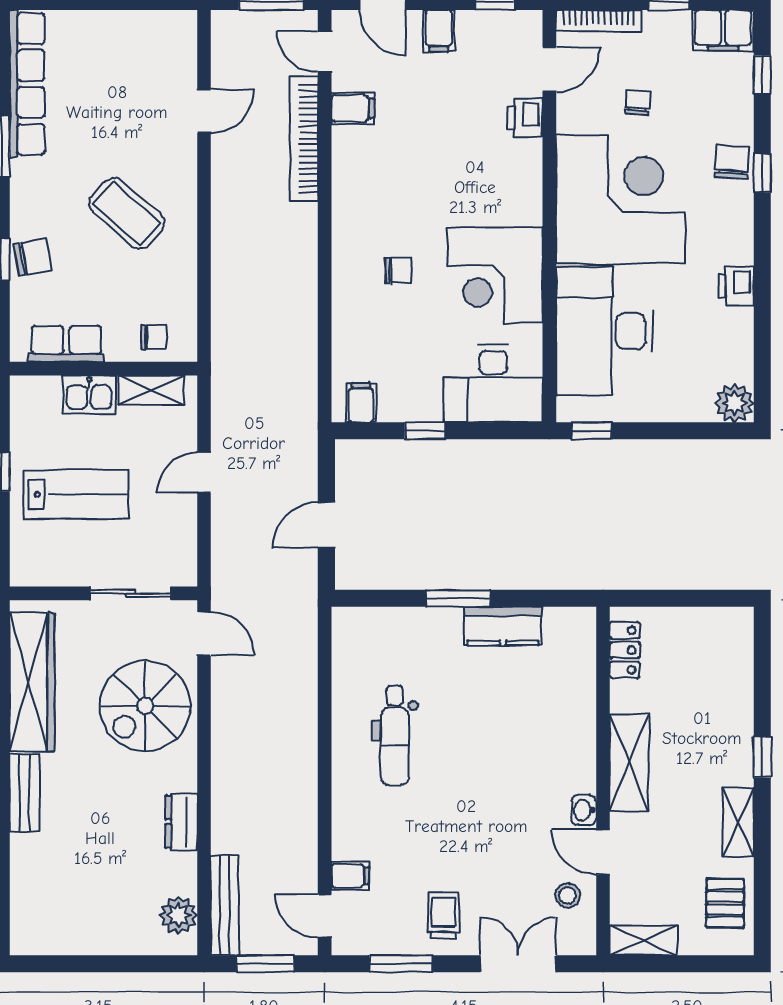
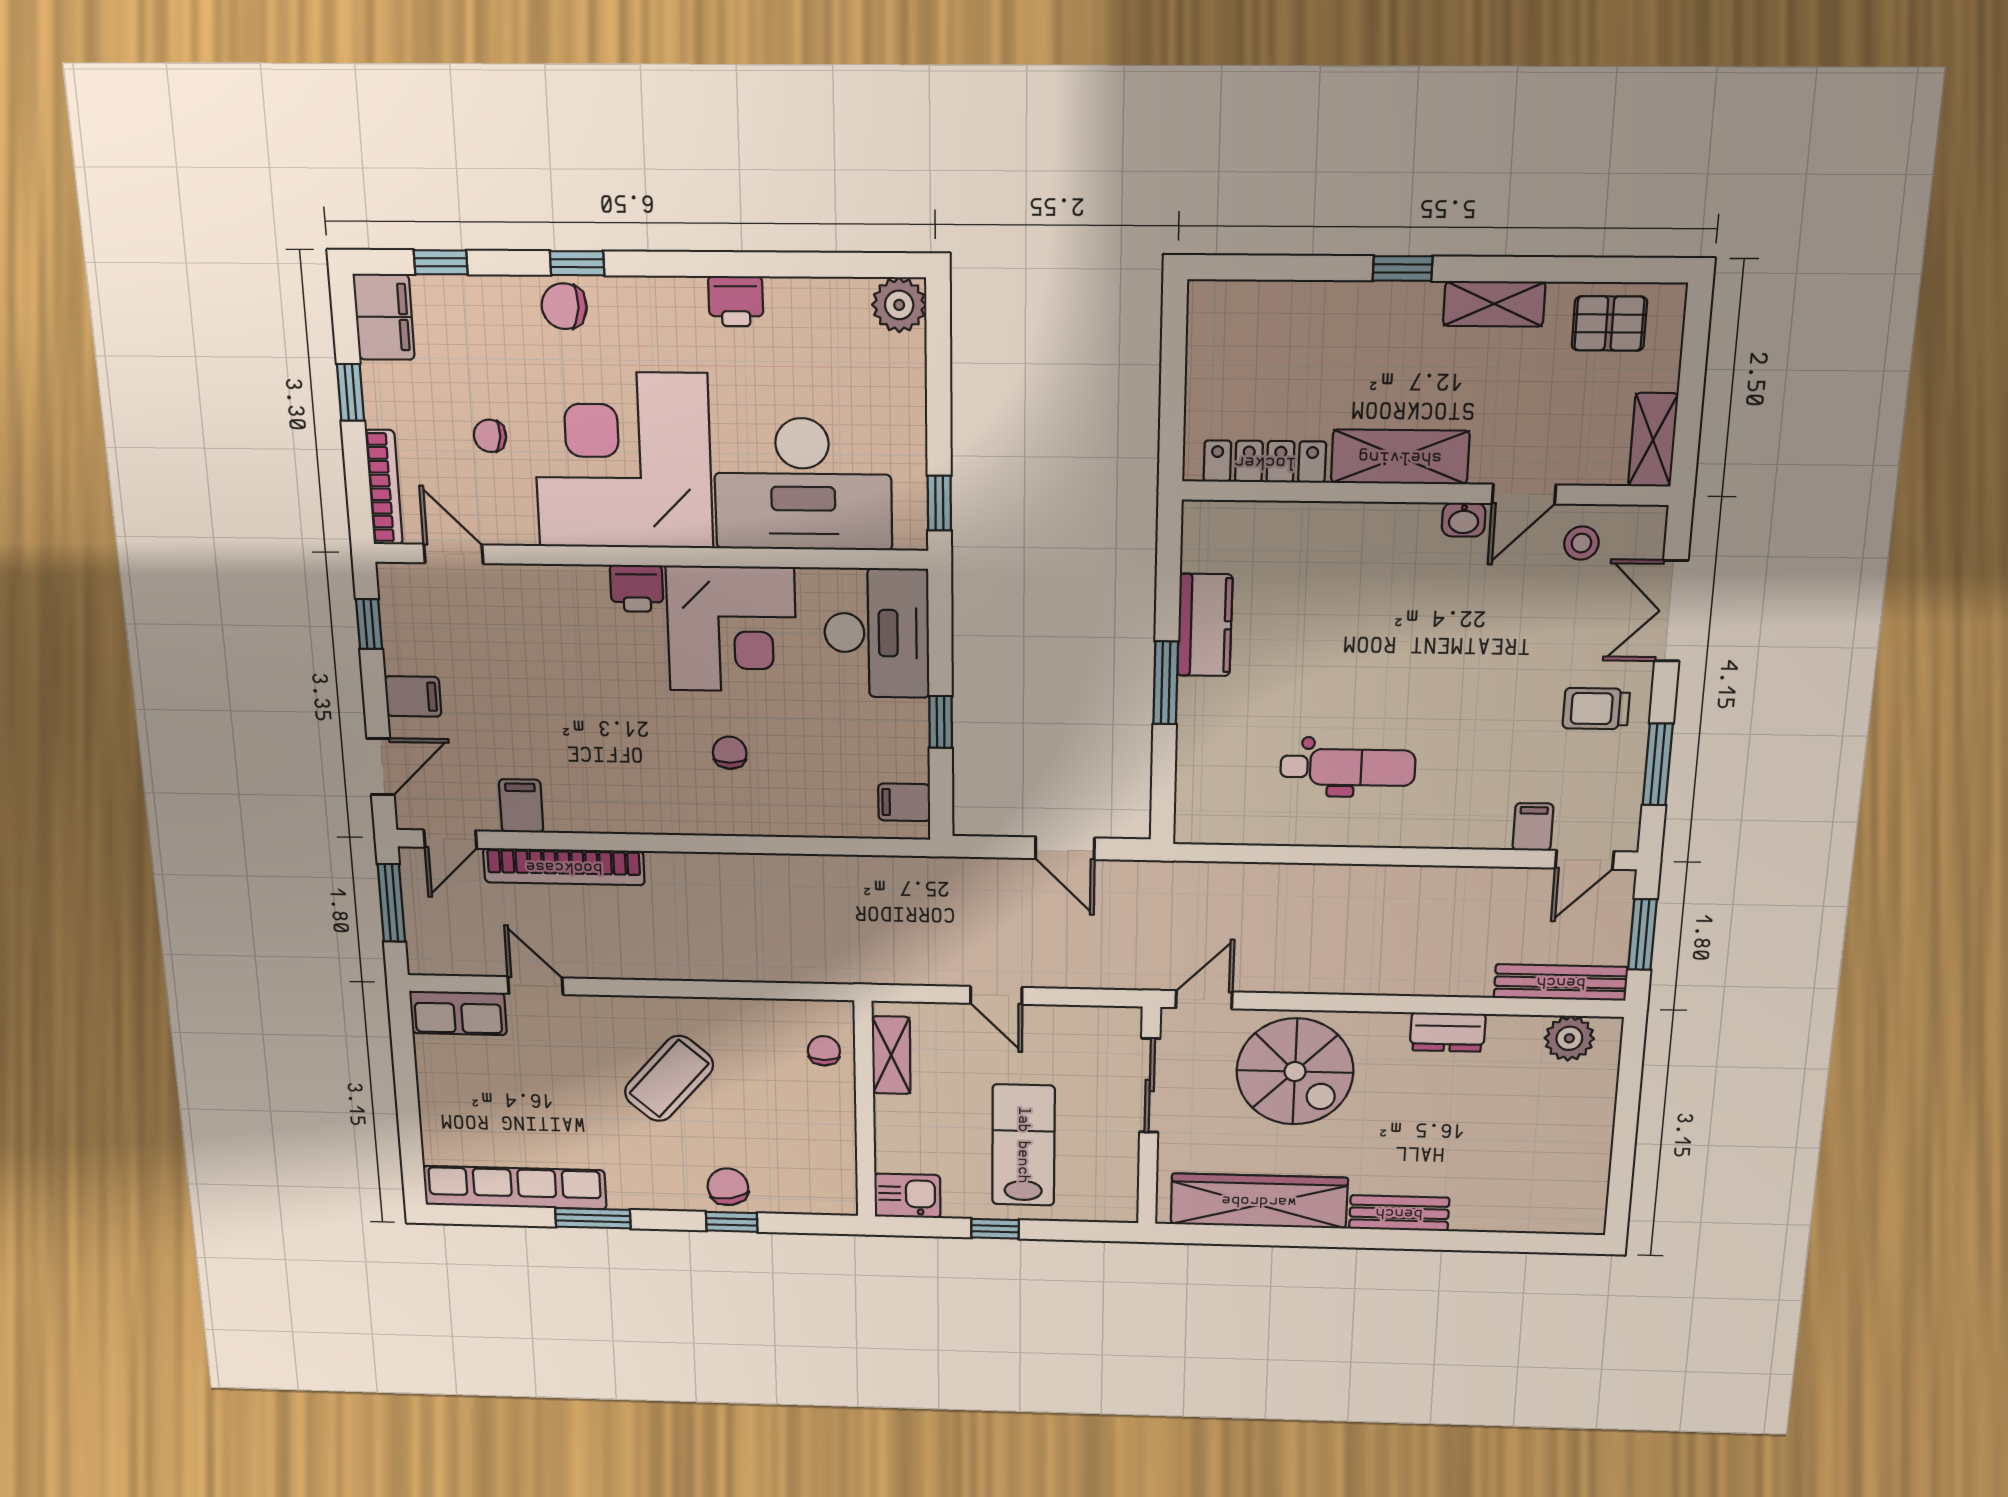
printer: (525, 118) -> (637, 588), moved
row of seats: (66, 344) -> (458, 1013), moved, turned -90
kitchen sink: (89, 395) -> (907, 1196), moved, turned -90
locker: (625, 650) -> (1265, 462), width x1.53

